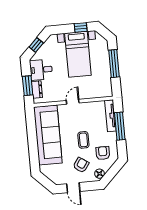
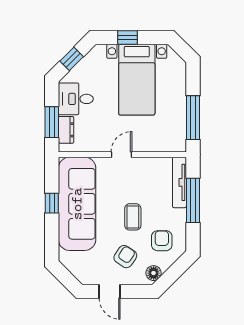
window: (81, 28) -> (127, 38), moved
window: (114, 64) -> (193, 118), moved
window: (32, 136) -> (52, 203), added

